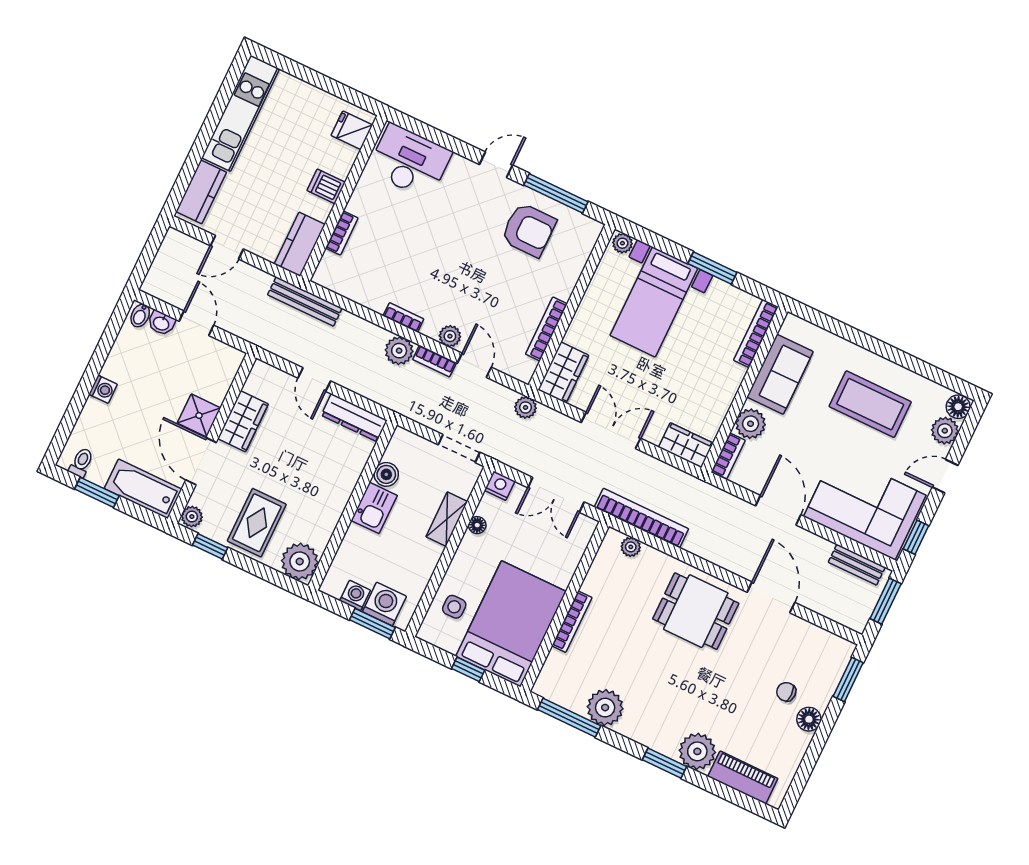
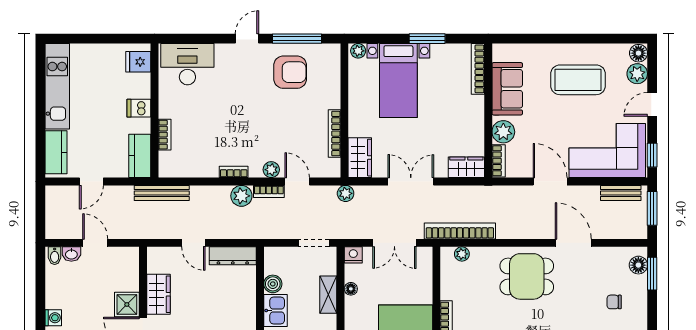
floor lamp: (809, 719) -> (638, 265), moved

